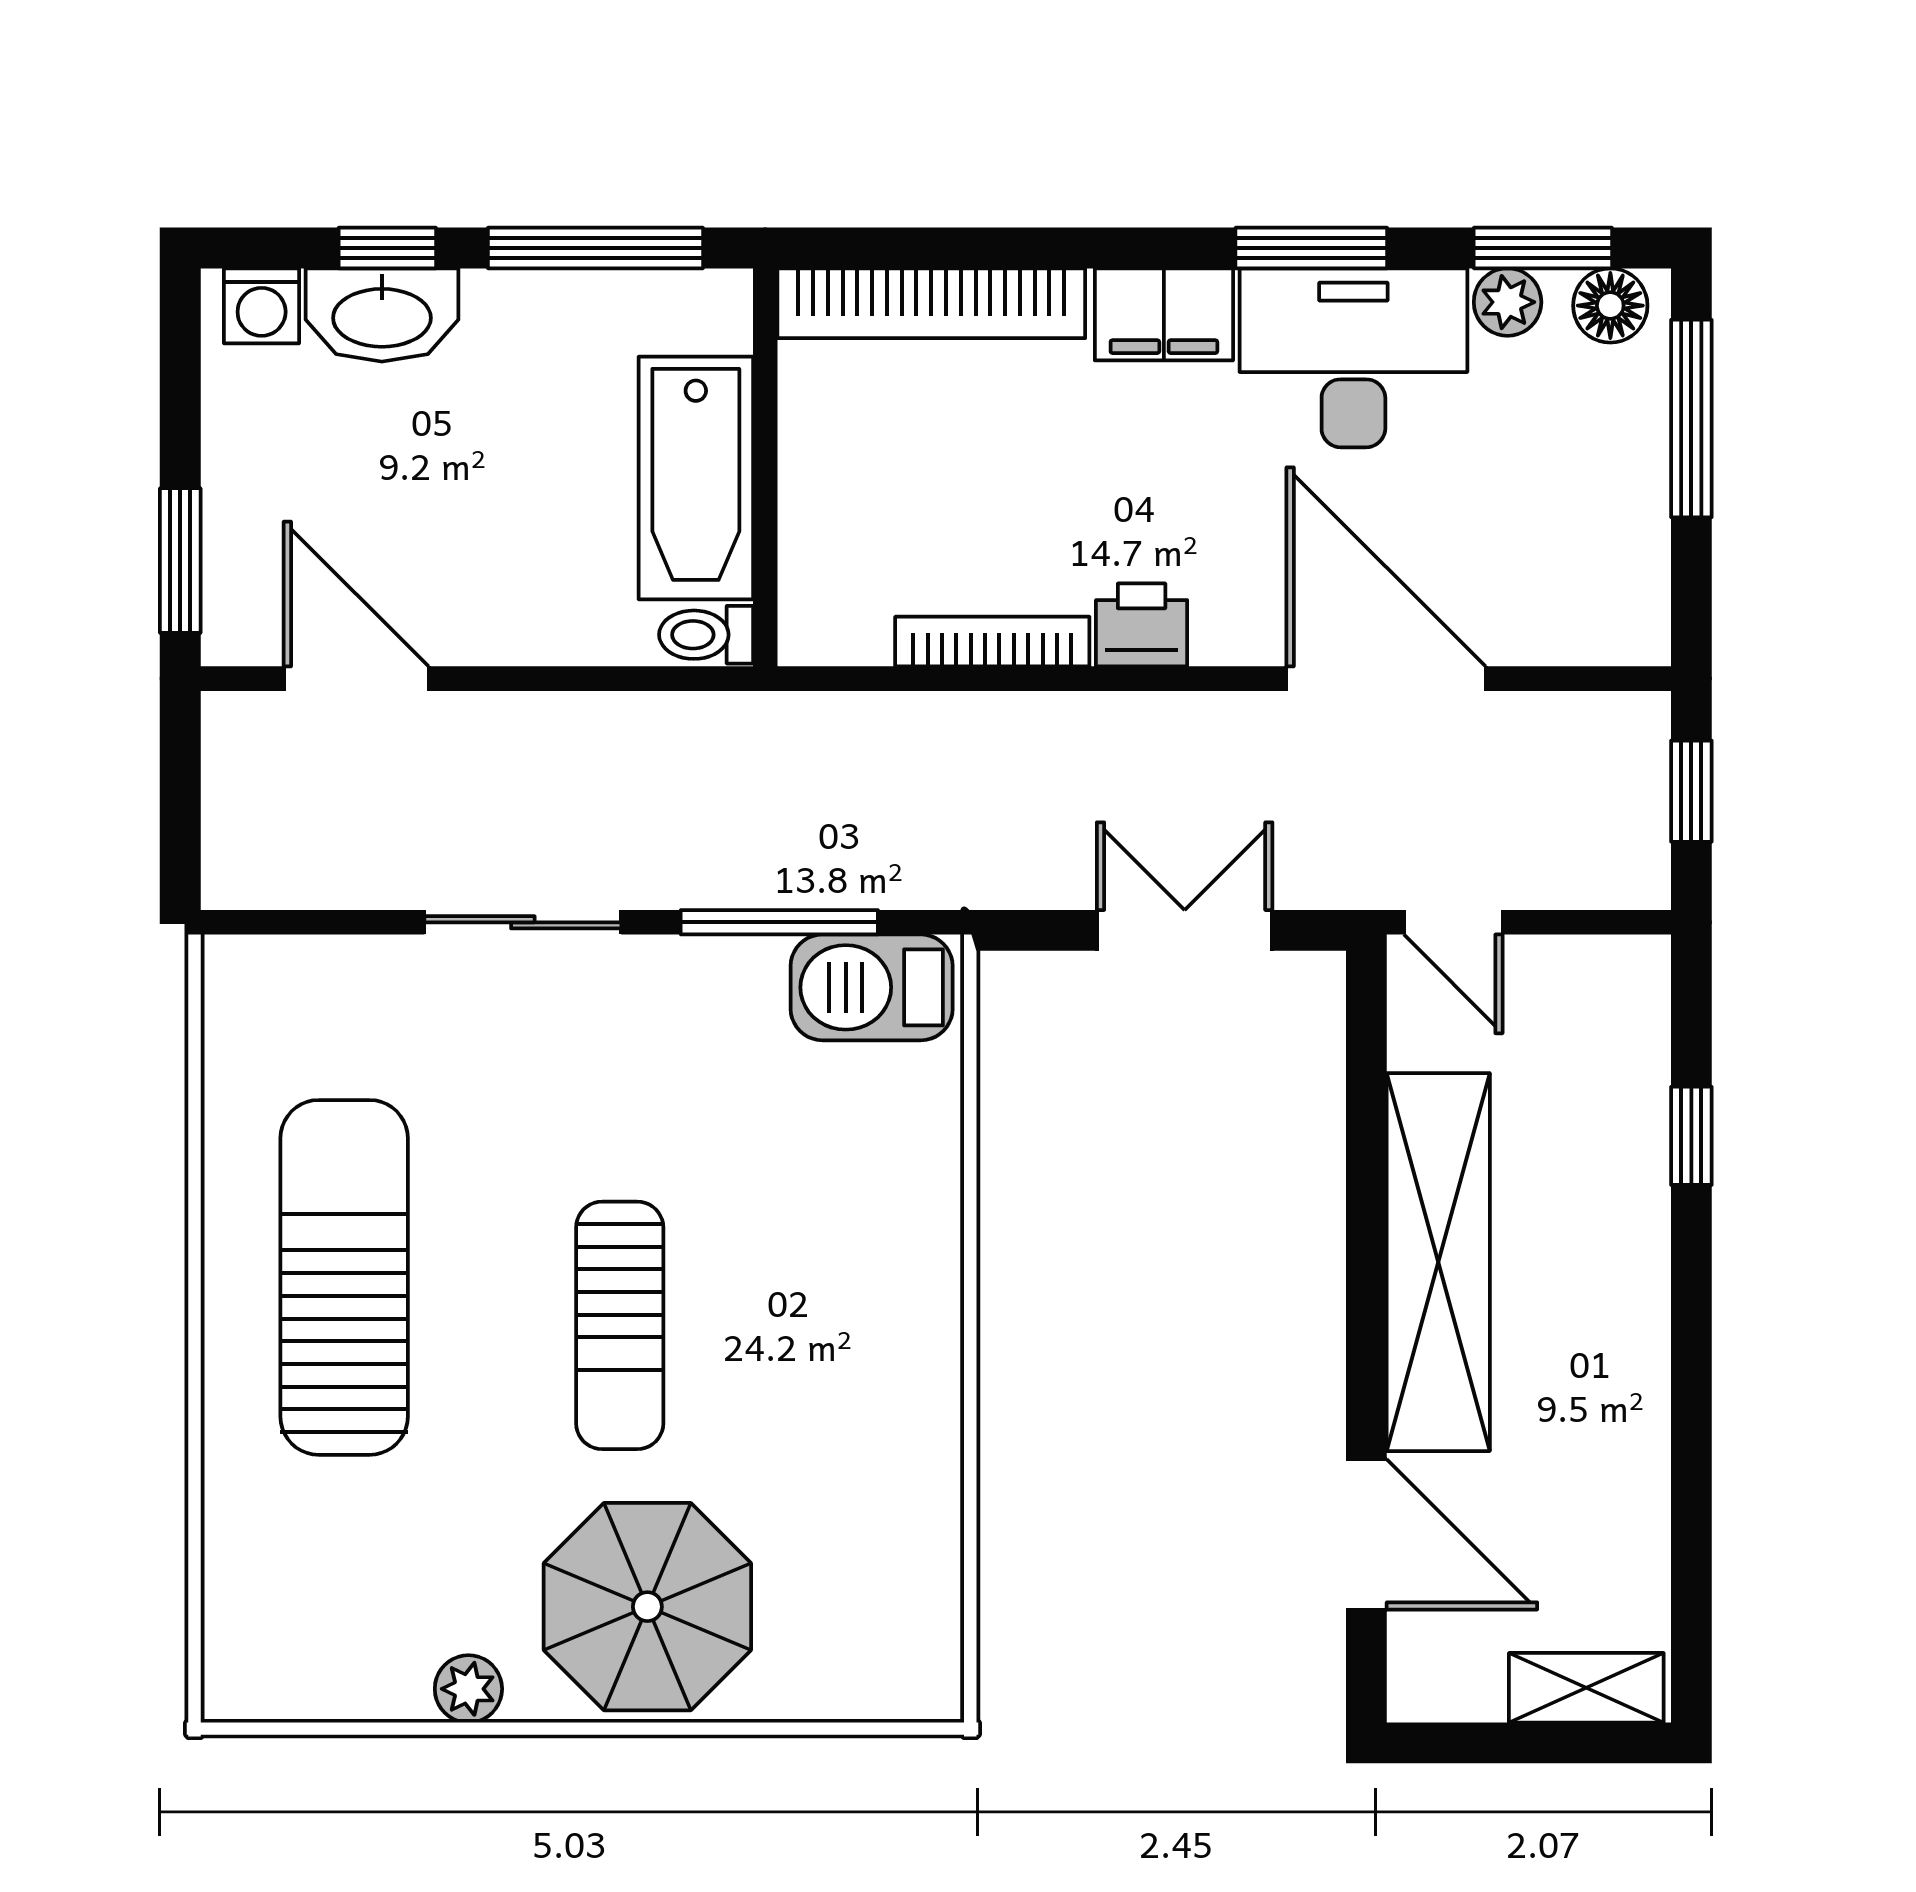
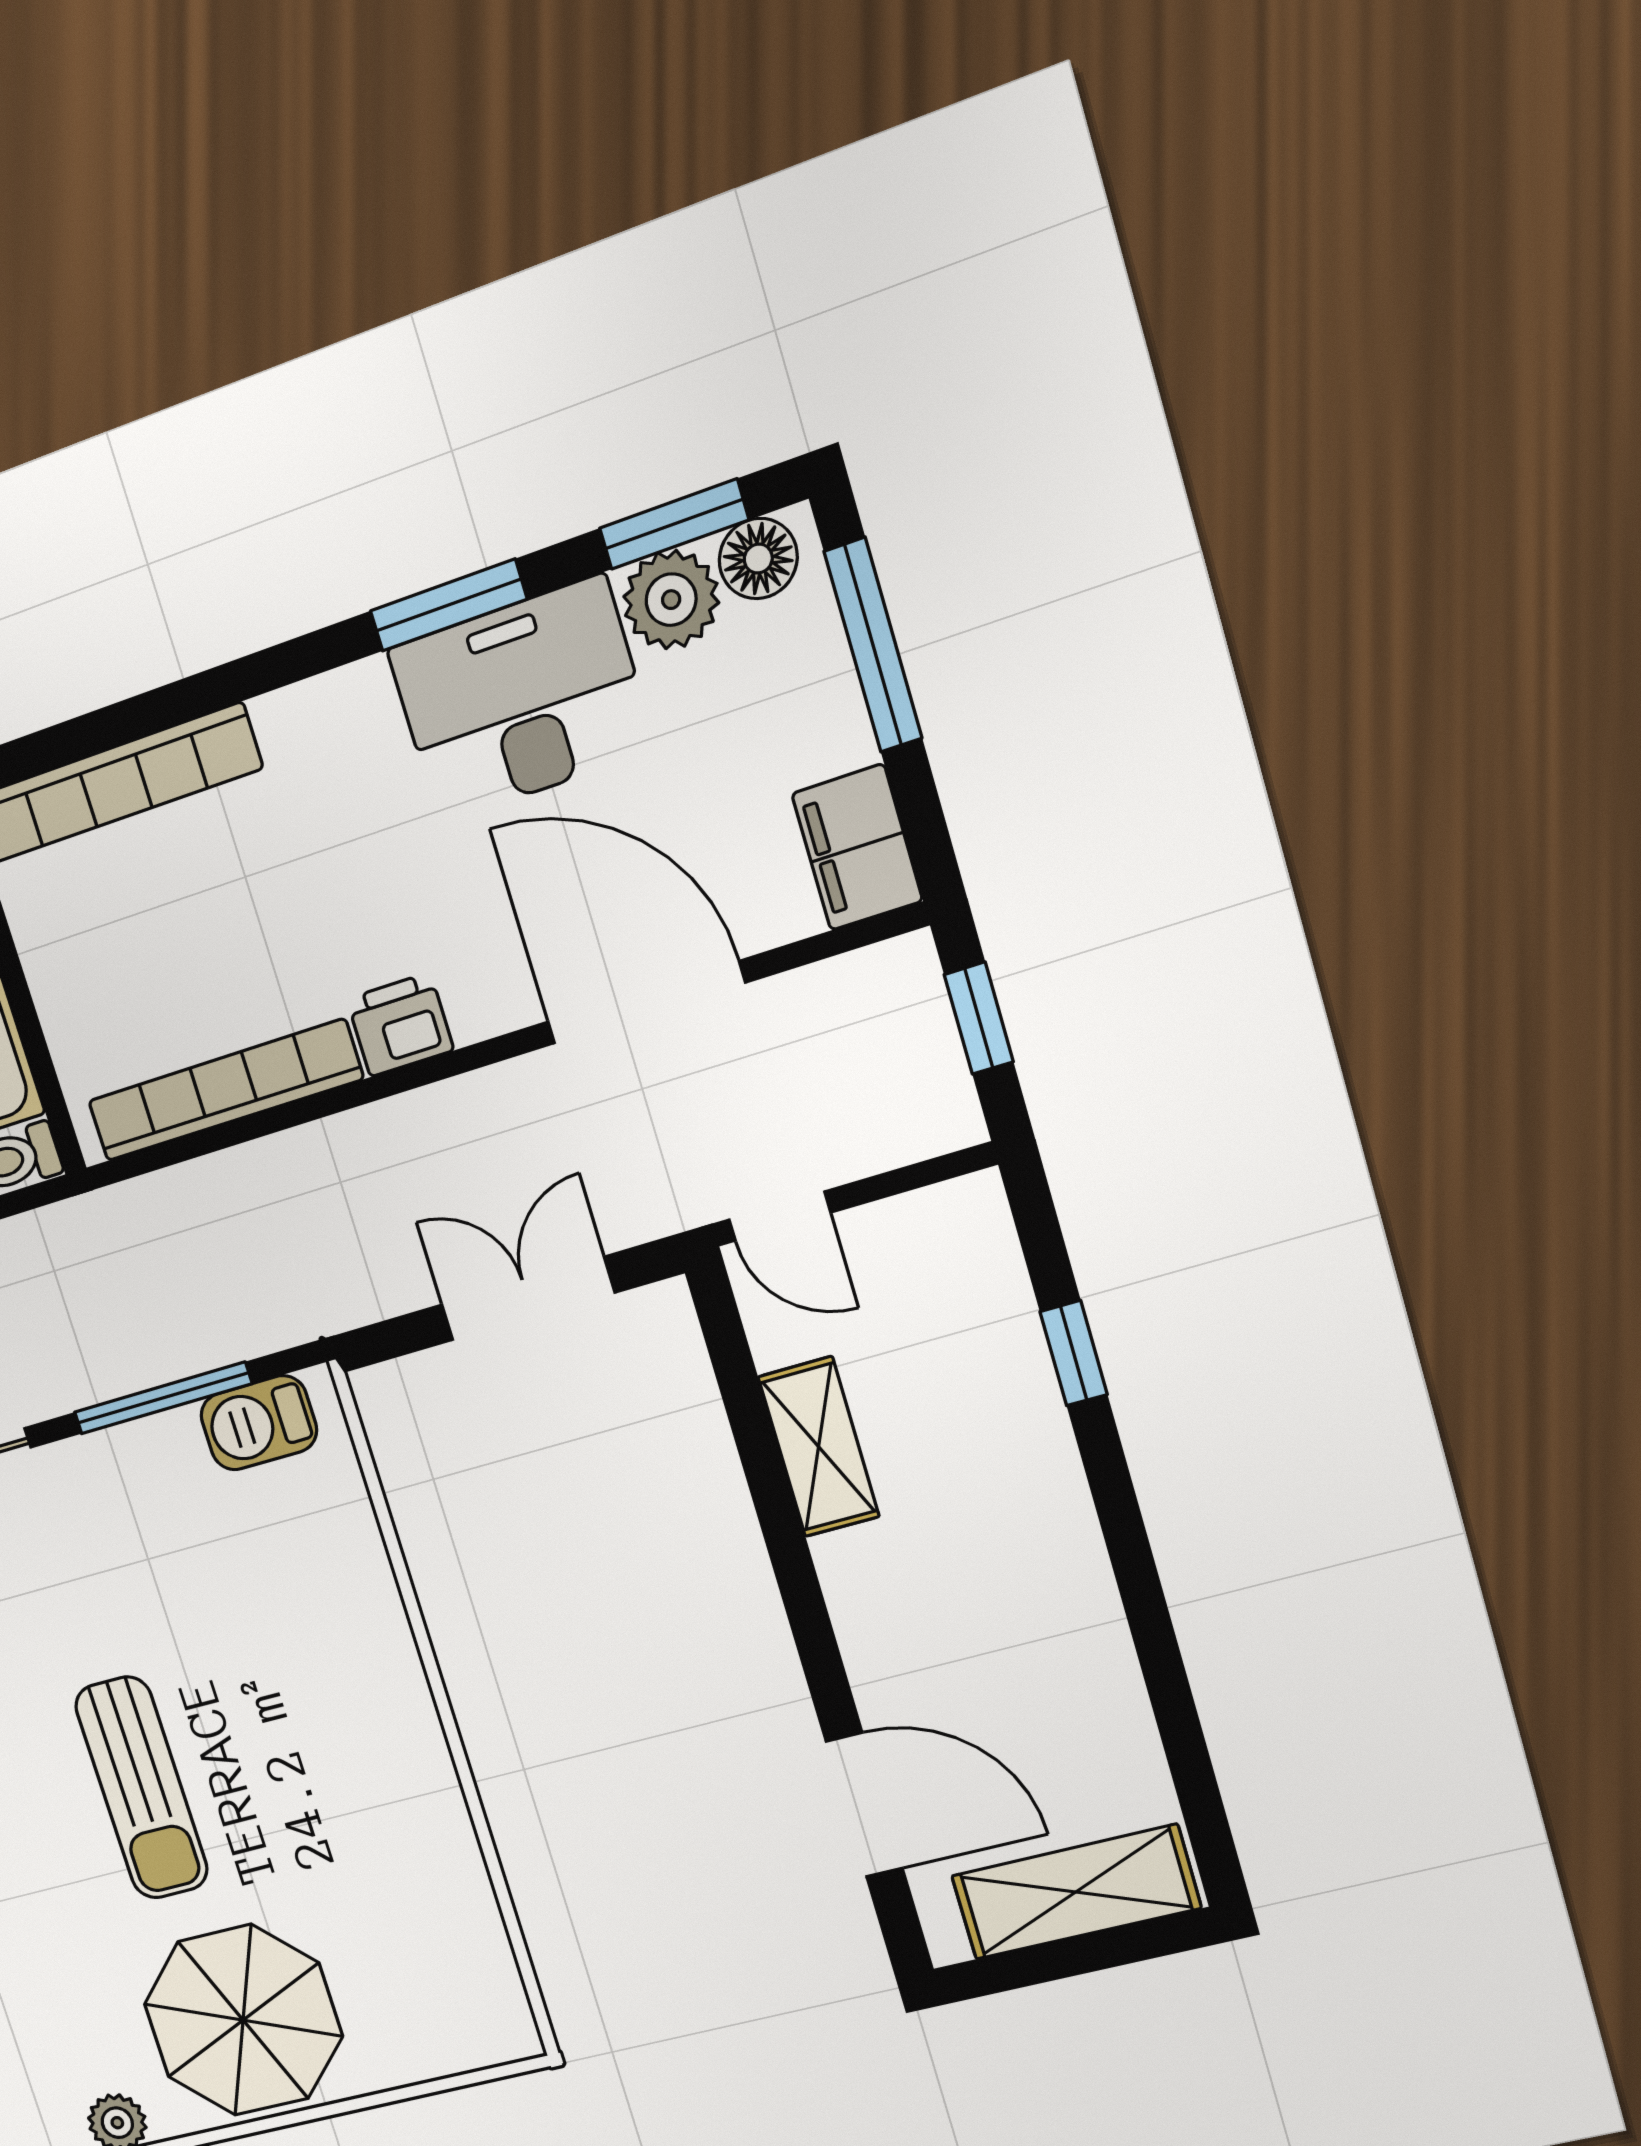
plant: (1508, 302) -> (671, 600), width x1.38, depth x1.38
filing cabinet: (1164, 314) -> (857, 847), moved, turned 90
bookcase: (992, 642) -> (225, 1090), width x1.48, depth x1.31
barbecue: (872, 987) -> (259, 1423), width x0.73, depth x0.79
shelving: (1438, 1262) -> (819, 1447), width x0.45, depth x0.75
shelving: (1586, 1688) -> (1076, 1892), width x1.50, depth x1.33

